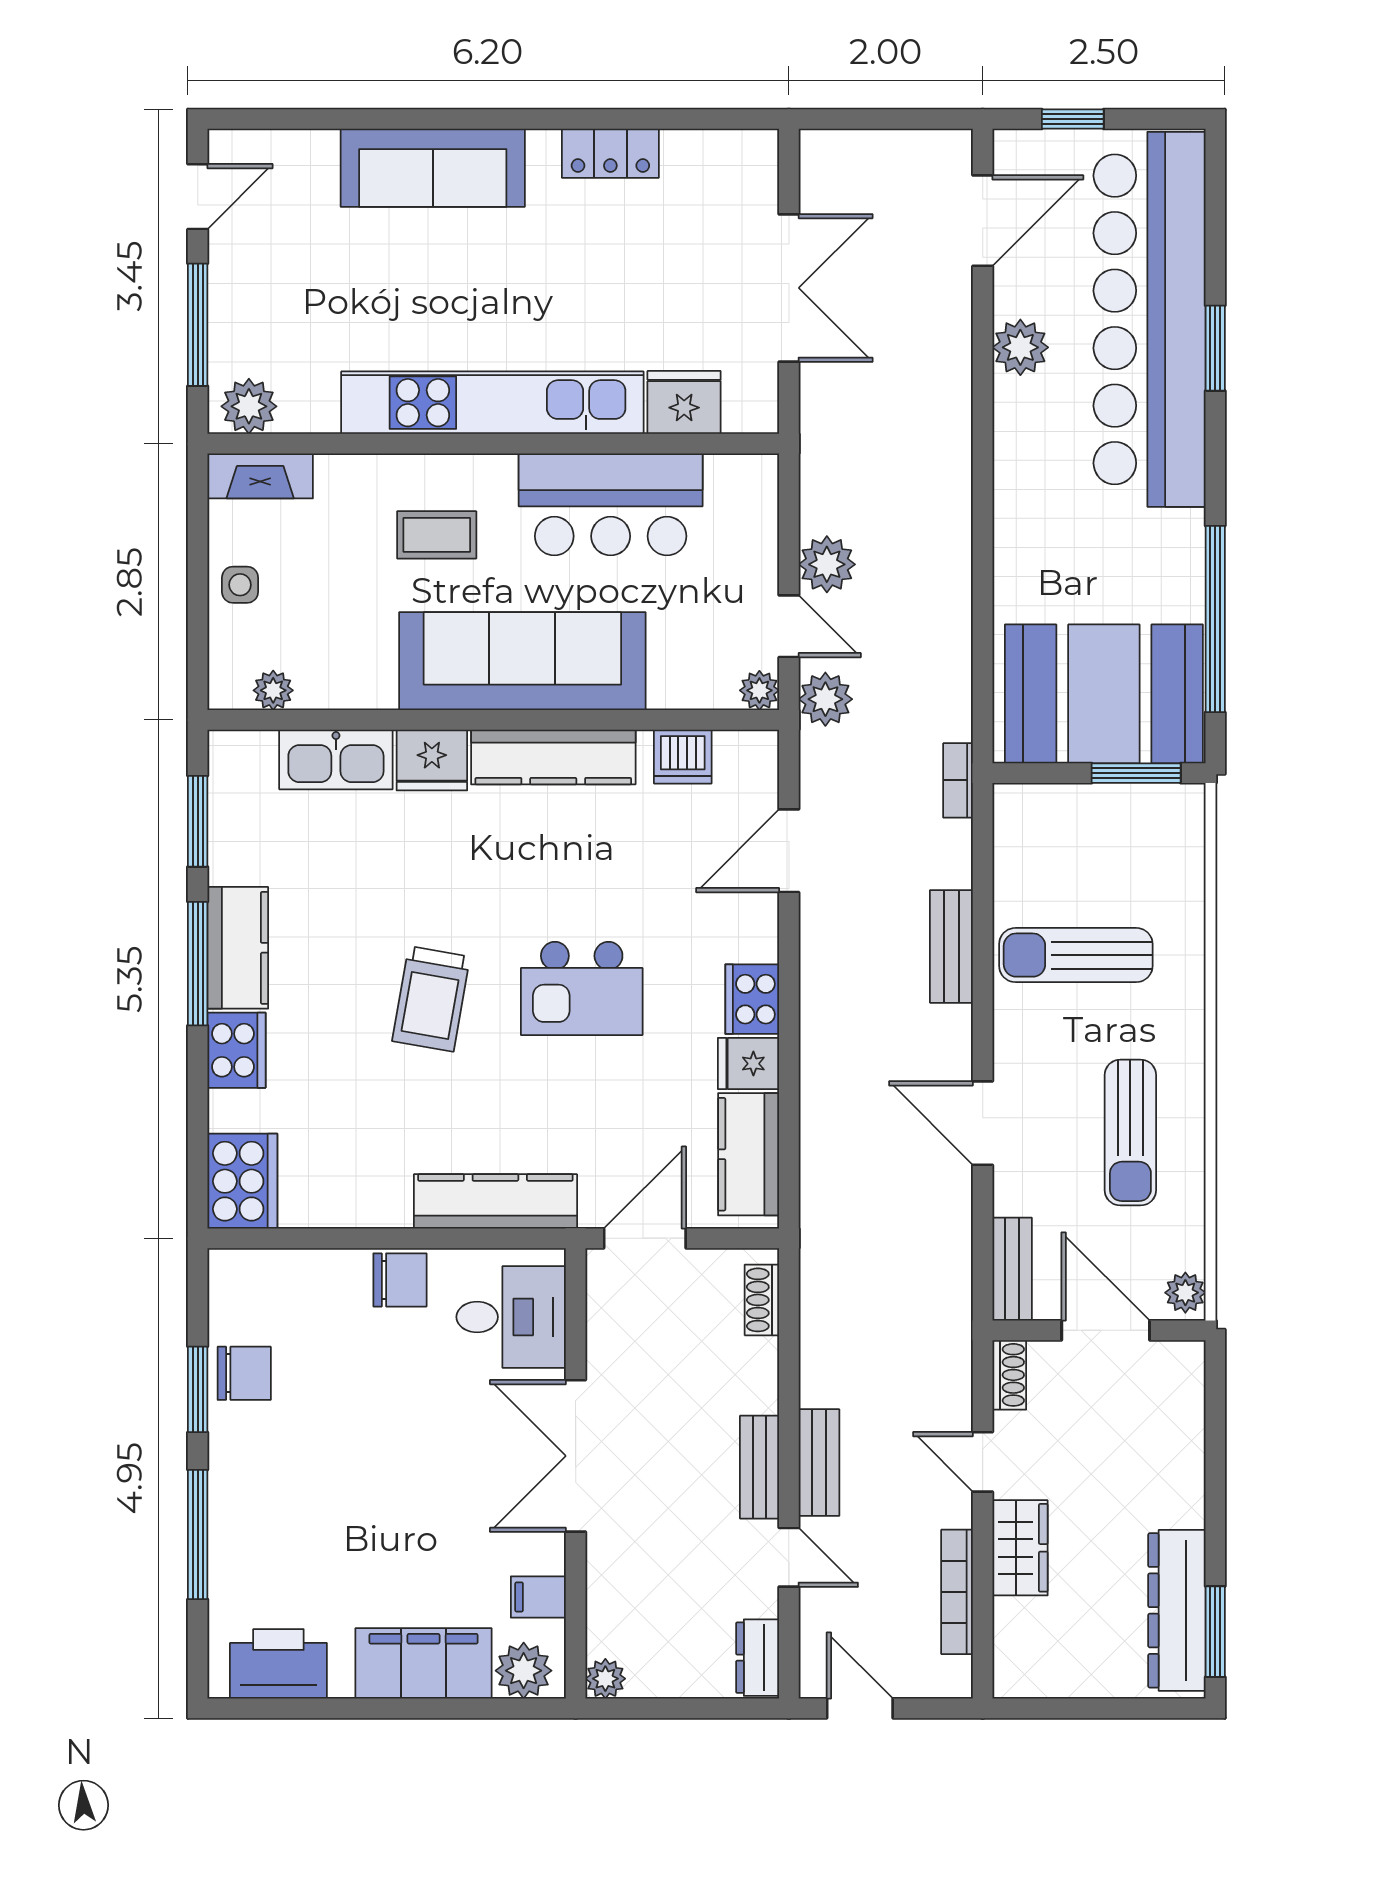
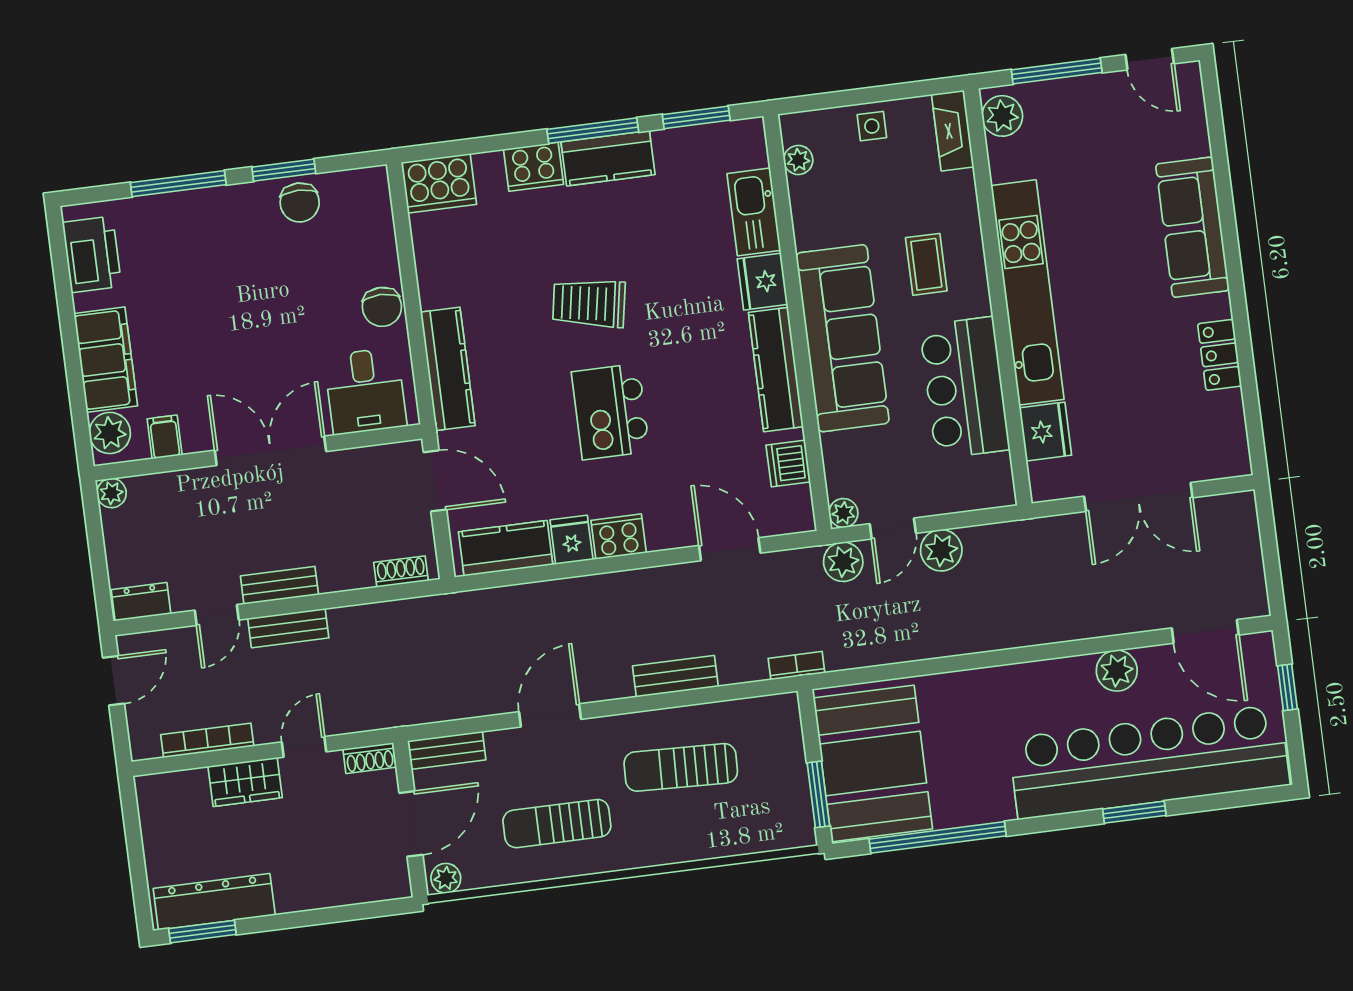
sun lounger: (1076, 955) -> (681, 767), turned -88

